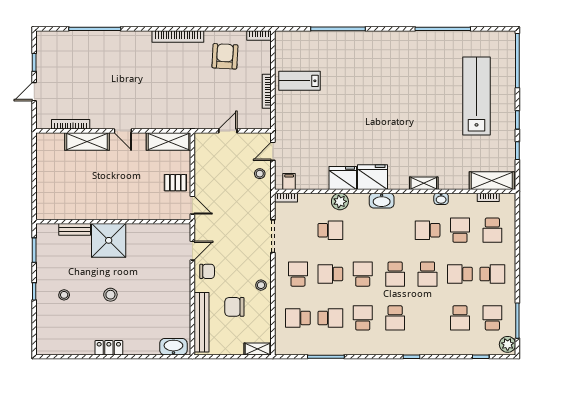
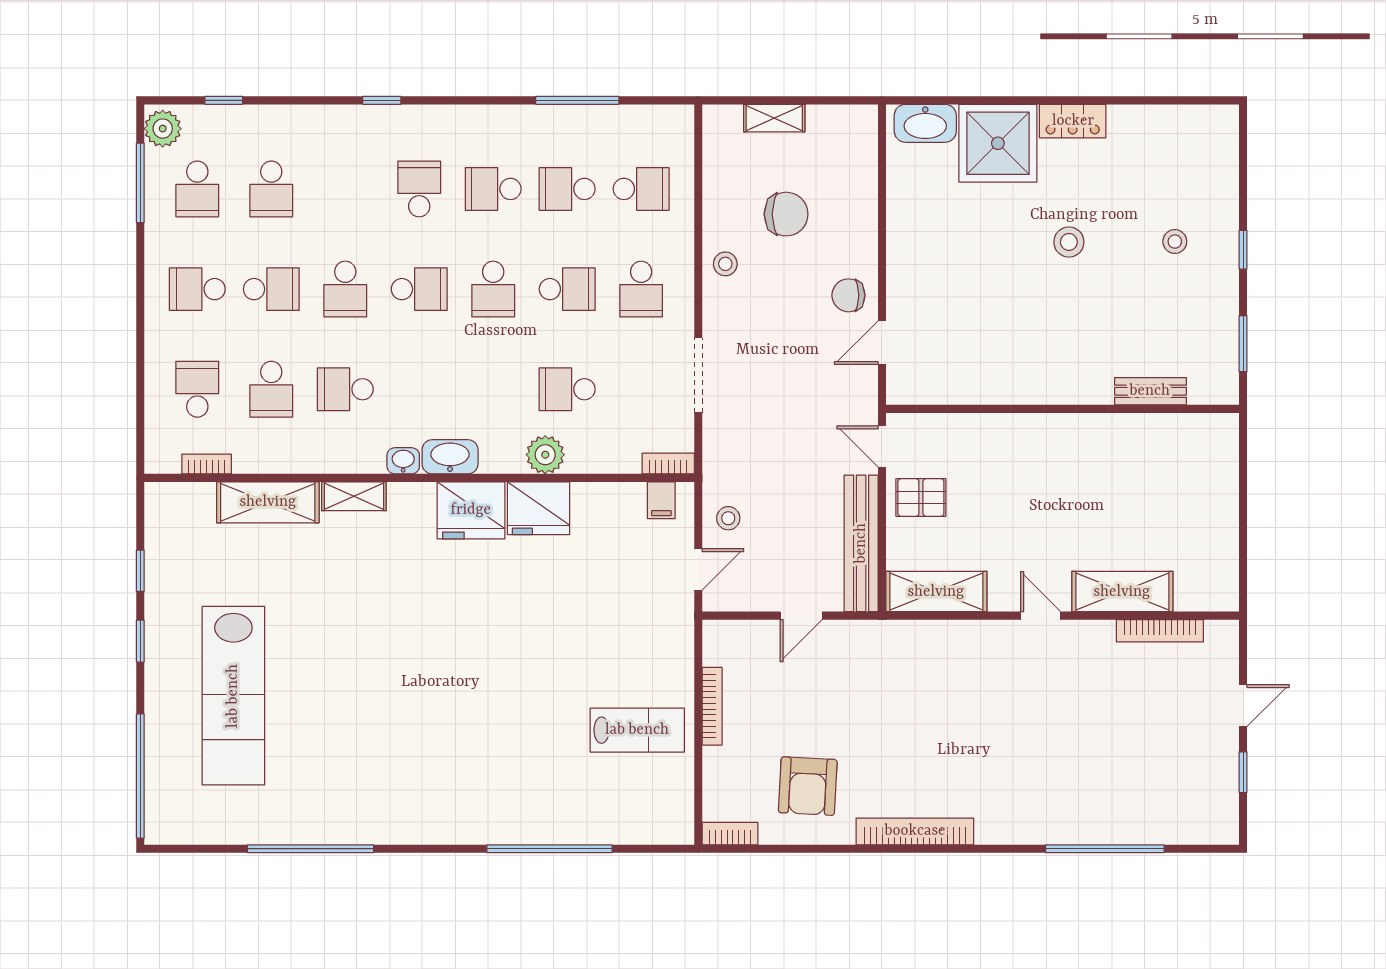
shelving: (492, 181) -> (268, 502), moved
washbasin: (441, 199) -> (403, 461), moved
school desk: (428, 230) -> (345, 389), turned 180
shower: (109, 240) -> (998, 143), moved
school desk: (395, 274) -> (419, 289), turned 90
school desk: (428, 274) -> (345, 289), turned 180
school desk: (363, 318) -> (493, 189), turned 90
school desk: (460, 318) -> (271, 189), turned 180
bench: (202, 322) -> (861, 543), moved
shelving: (258, 349) -> (774, 118), moved

